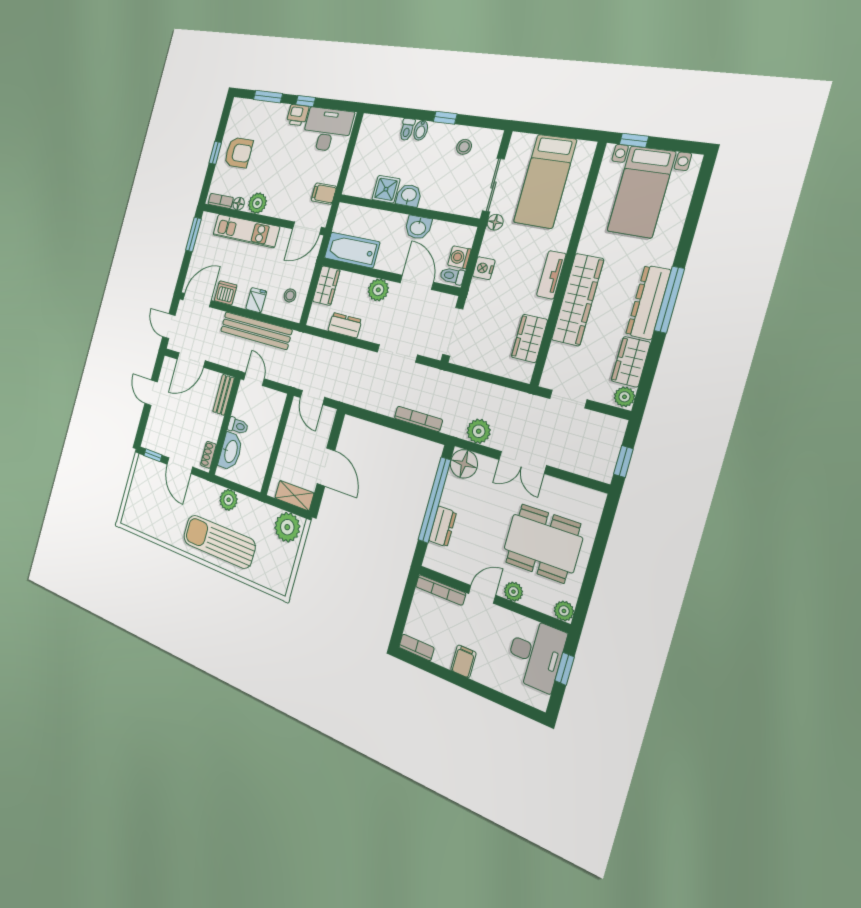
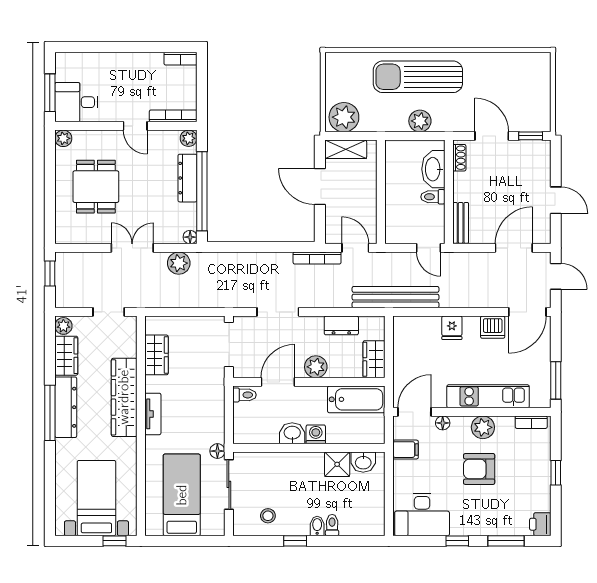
printer: (298, 115) -> (540, 524), moved, turned -90
armchair: (239, 153) -> (479, 469), moved
washbasin: (409, 195) -> (363, 462), moved
floor lamp: (239, 204) -> (443, 423), moved
washing machine: (459, 257) -> (316, 434), moved, turned -90
nightstand: (484, 268) -> (216, 408), removed
door: (417, 282) -> (278, 382), swing flipped
stool: (290, 295) -> (413, 341), removed
bench: (256, 330) -> (396, 297), moved
bookcase: (418, 419) -> (317, 258), moved
floor lamp: (464, 464) -> (190, 237), width x0.53, depth x0.53
dresser: (443, 526) -> (187, 178), width x1.44
sun lounger: (219, 541) -> (418, 77), turned 180
dining table: (543, 543) -> (96, 187), width x0.73
plant: (513, 592) -> (189, 138), moved
door: (482, 594) -> (135, 126), hinge flipped
desk: (535, 654) -> (76, 102), width x0.73
filing cabinet: (463, 661) -> (135, 64), removed
window: (565, 669) -> (50, 93), width x1.50

